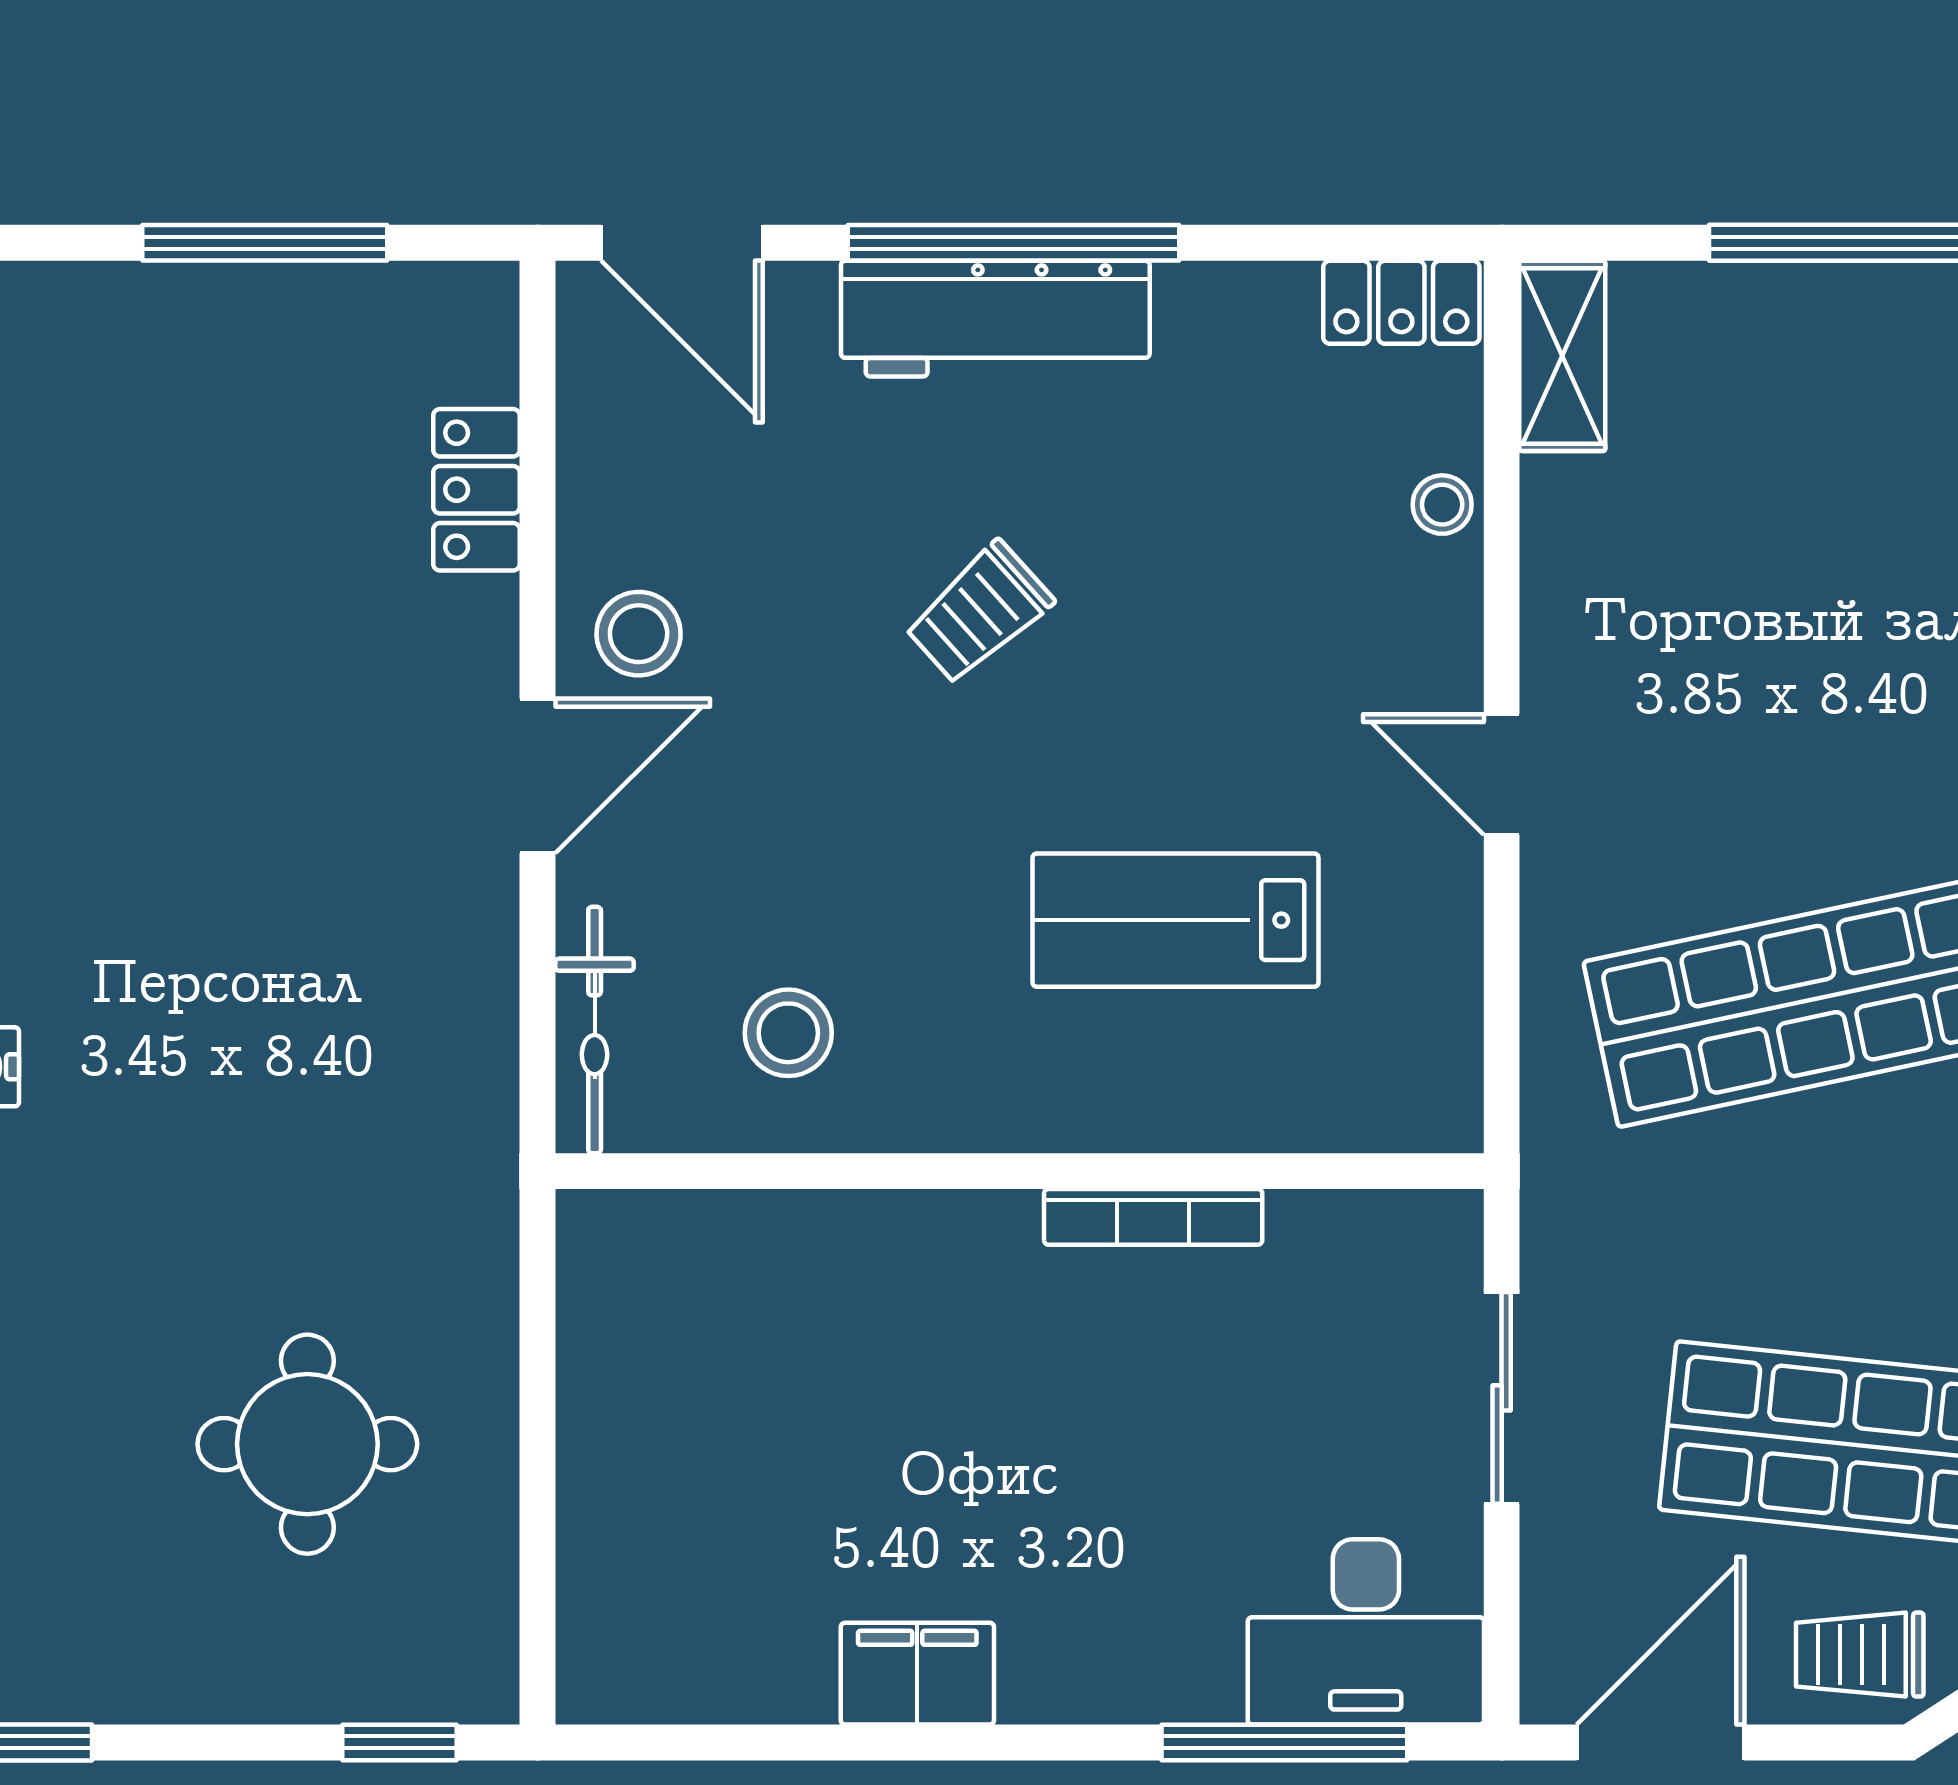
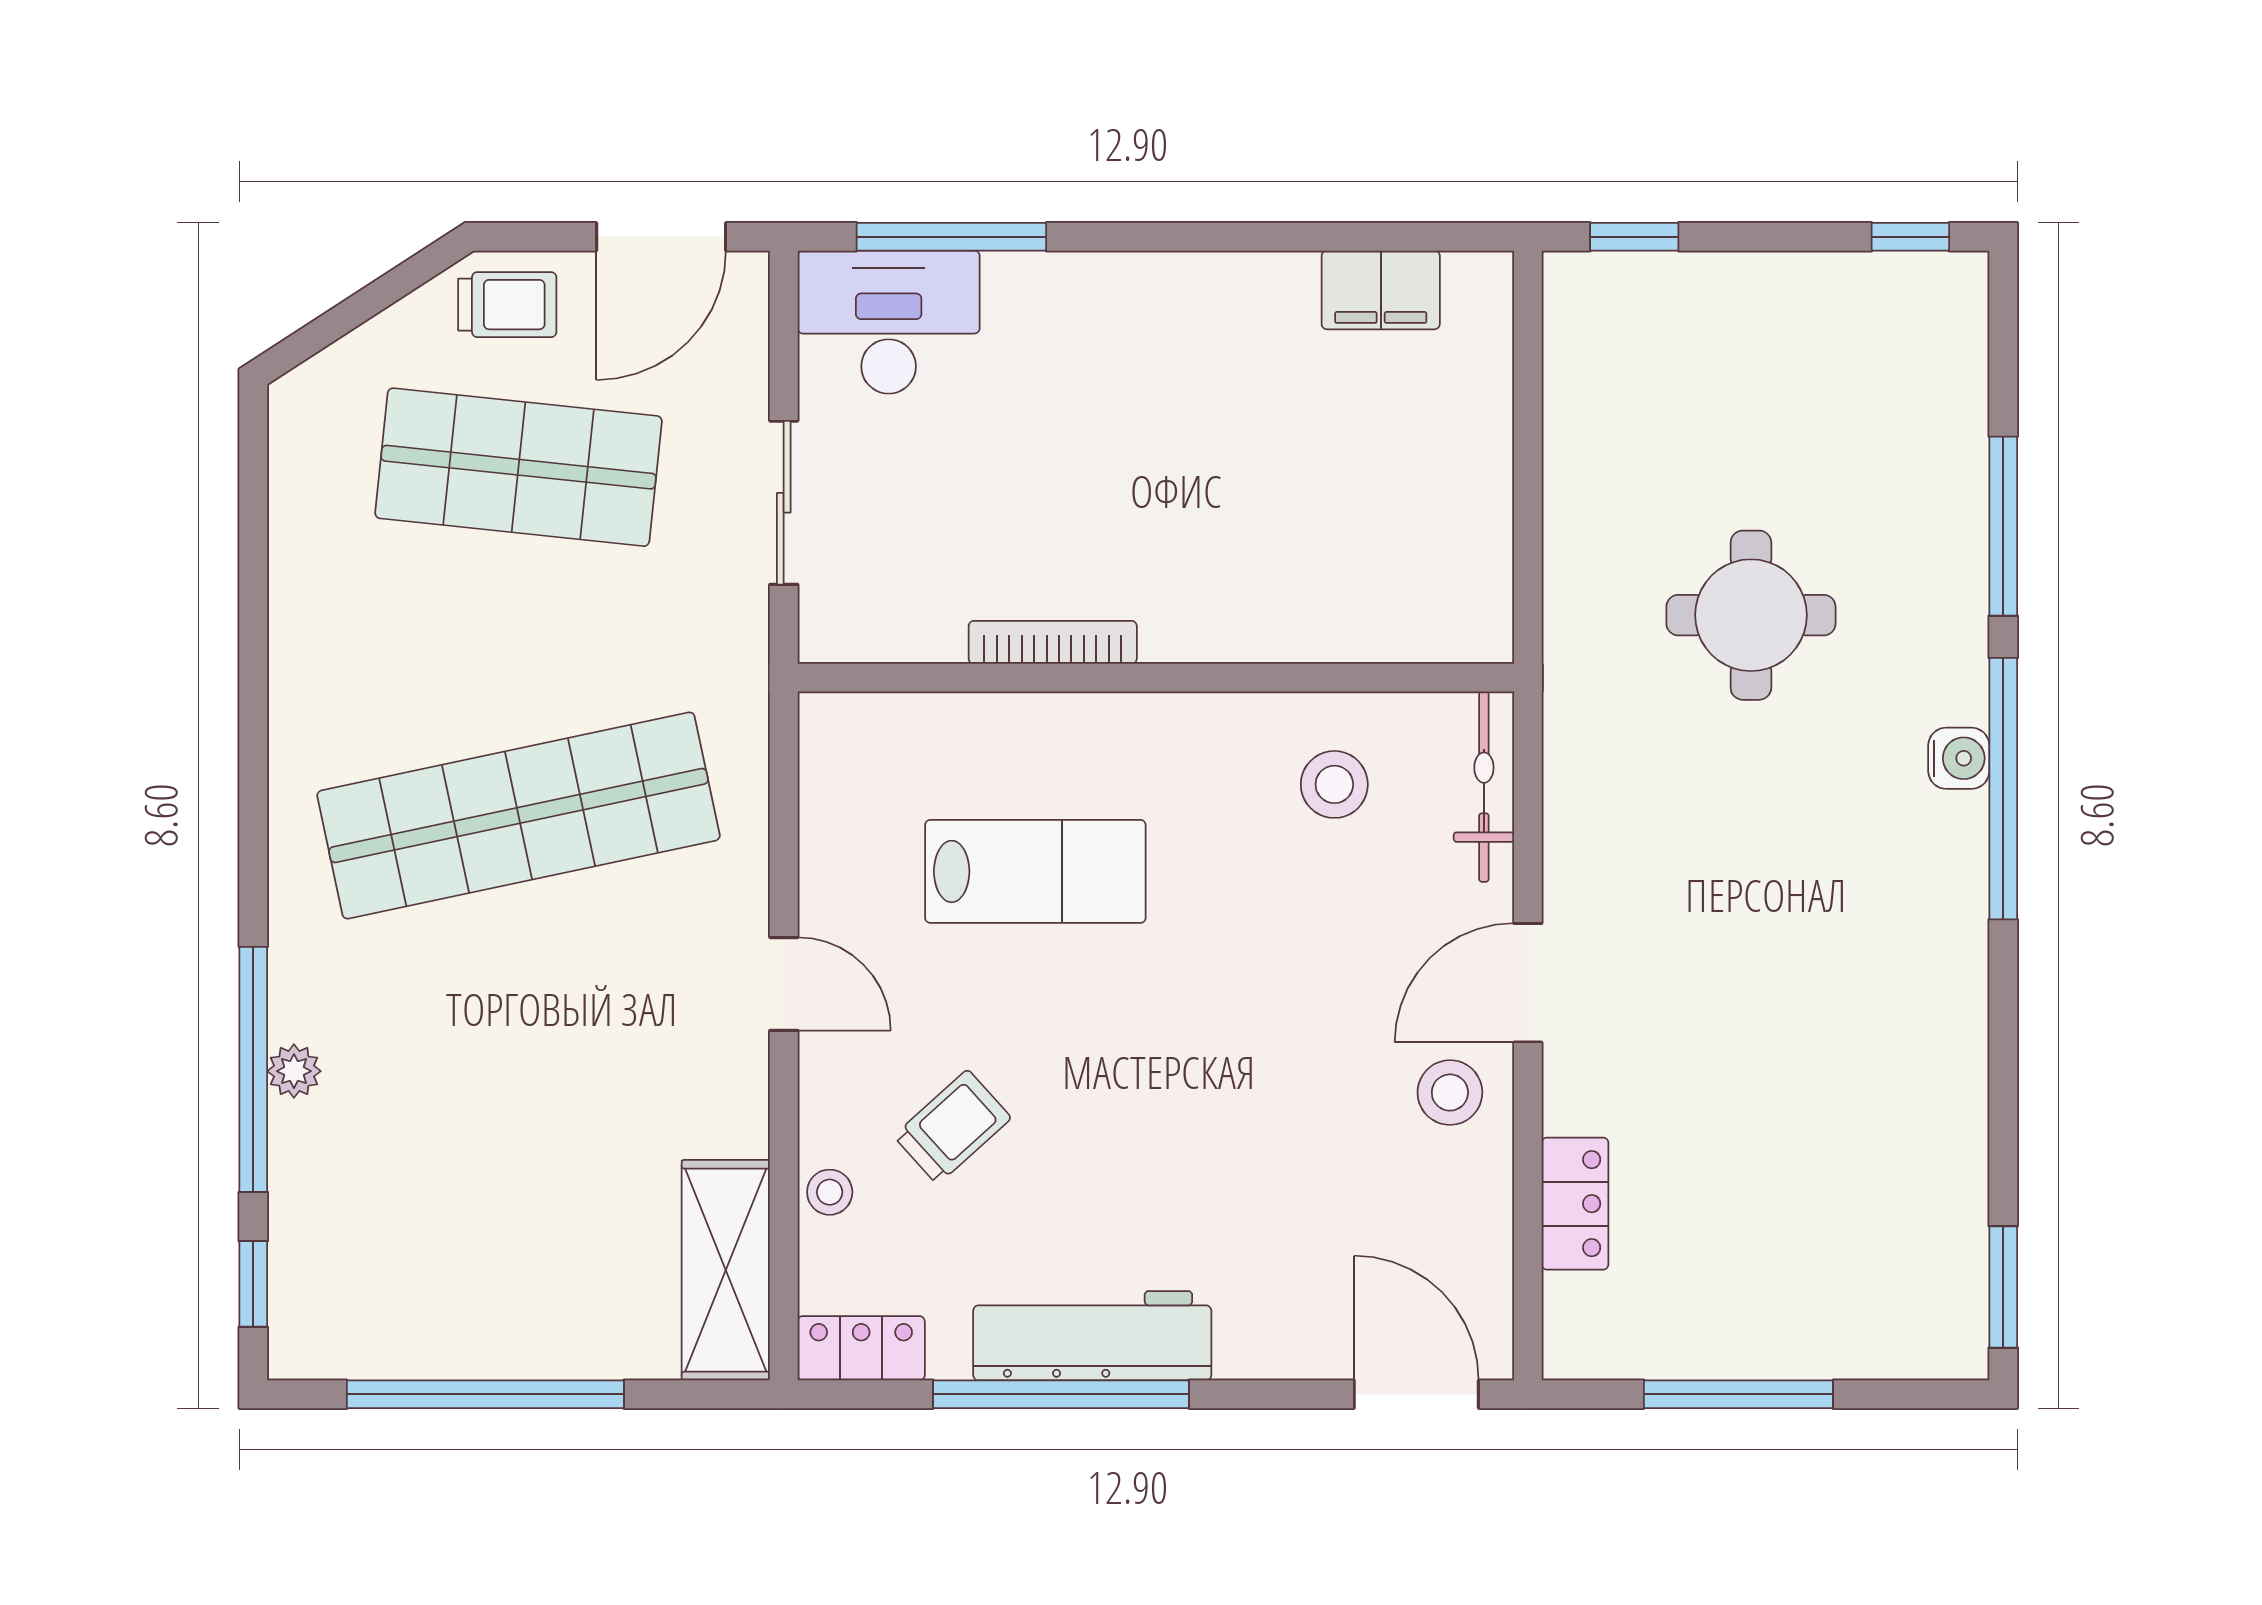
window: (1014, 243) -> (1061, 1394), moved
workbench: (995, 319) -> (1092, 1336), moved
shelving: (1562, 356) -> (726, 1270), width x1.50, depth x1.33
trolley: (979, 613) -> (953, 1127), moved
round table: (307, 1444) -> (1751, 615), moved
filing cabinet: (917, 1674) -> (1381, 290), moved

